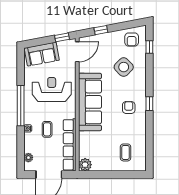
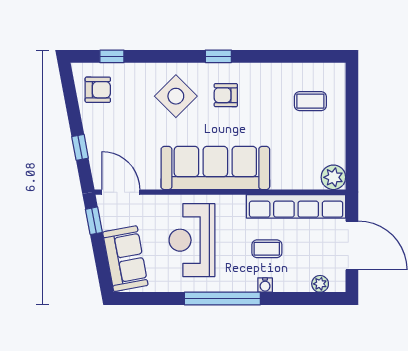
side table: (124, 67) -> (176, 96), moved

